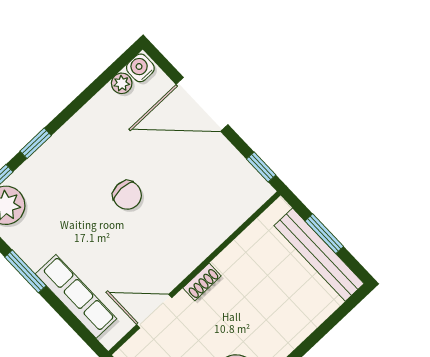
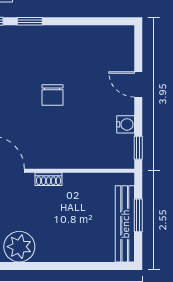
water cooler: (140, 68) -> (126, 124), moved, turned 90
plant: (122, 83) -> (106, 33), removed
door: (202, 104) -> (138, 84), width x0.53

